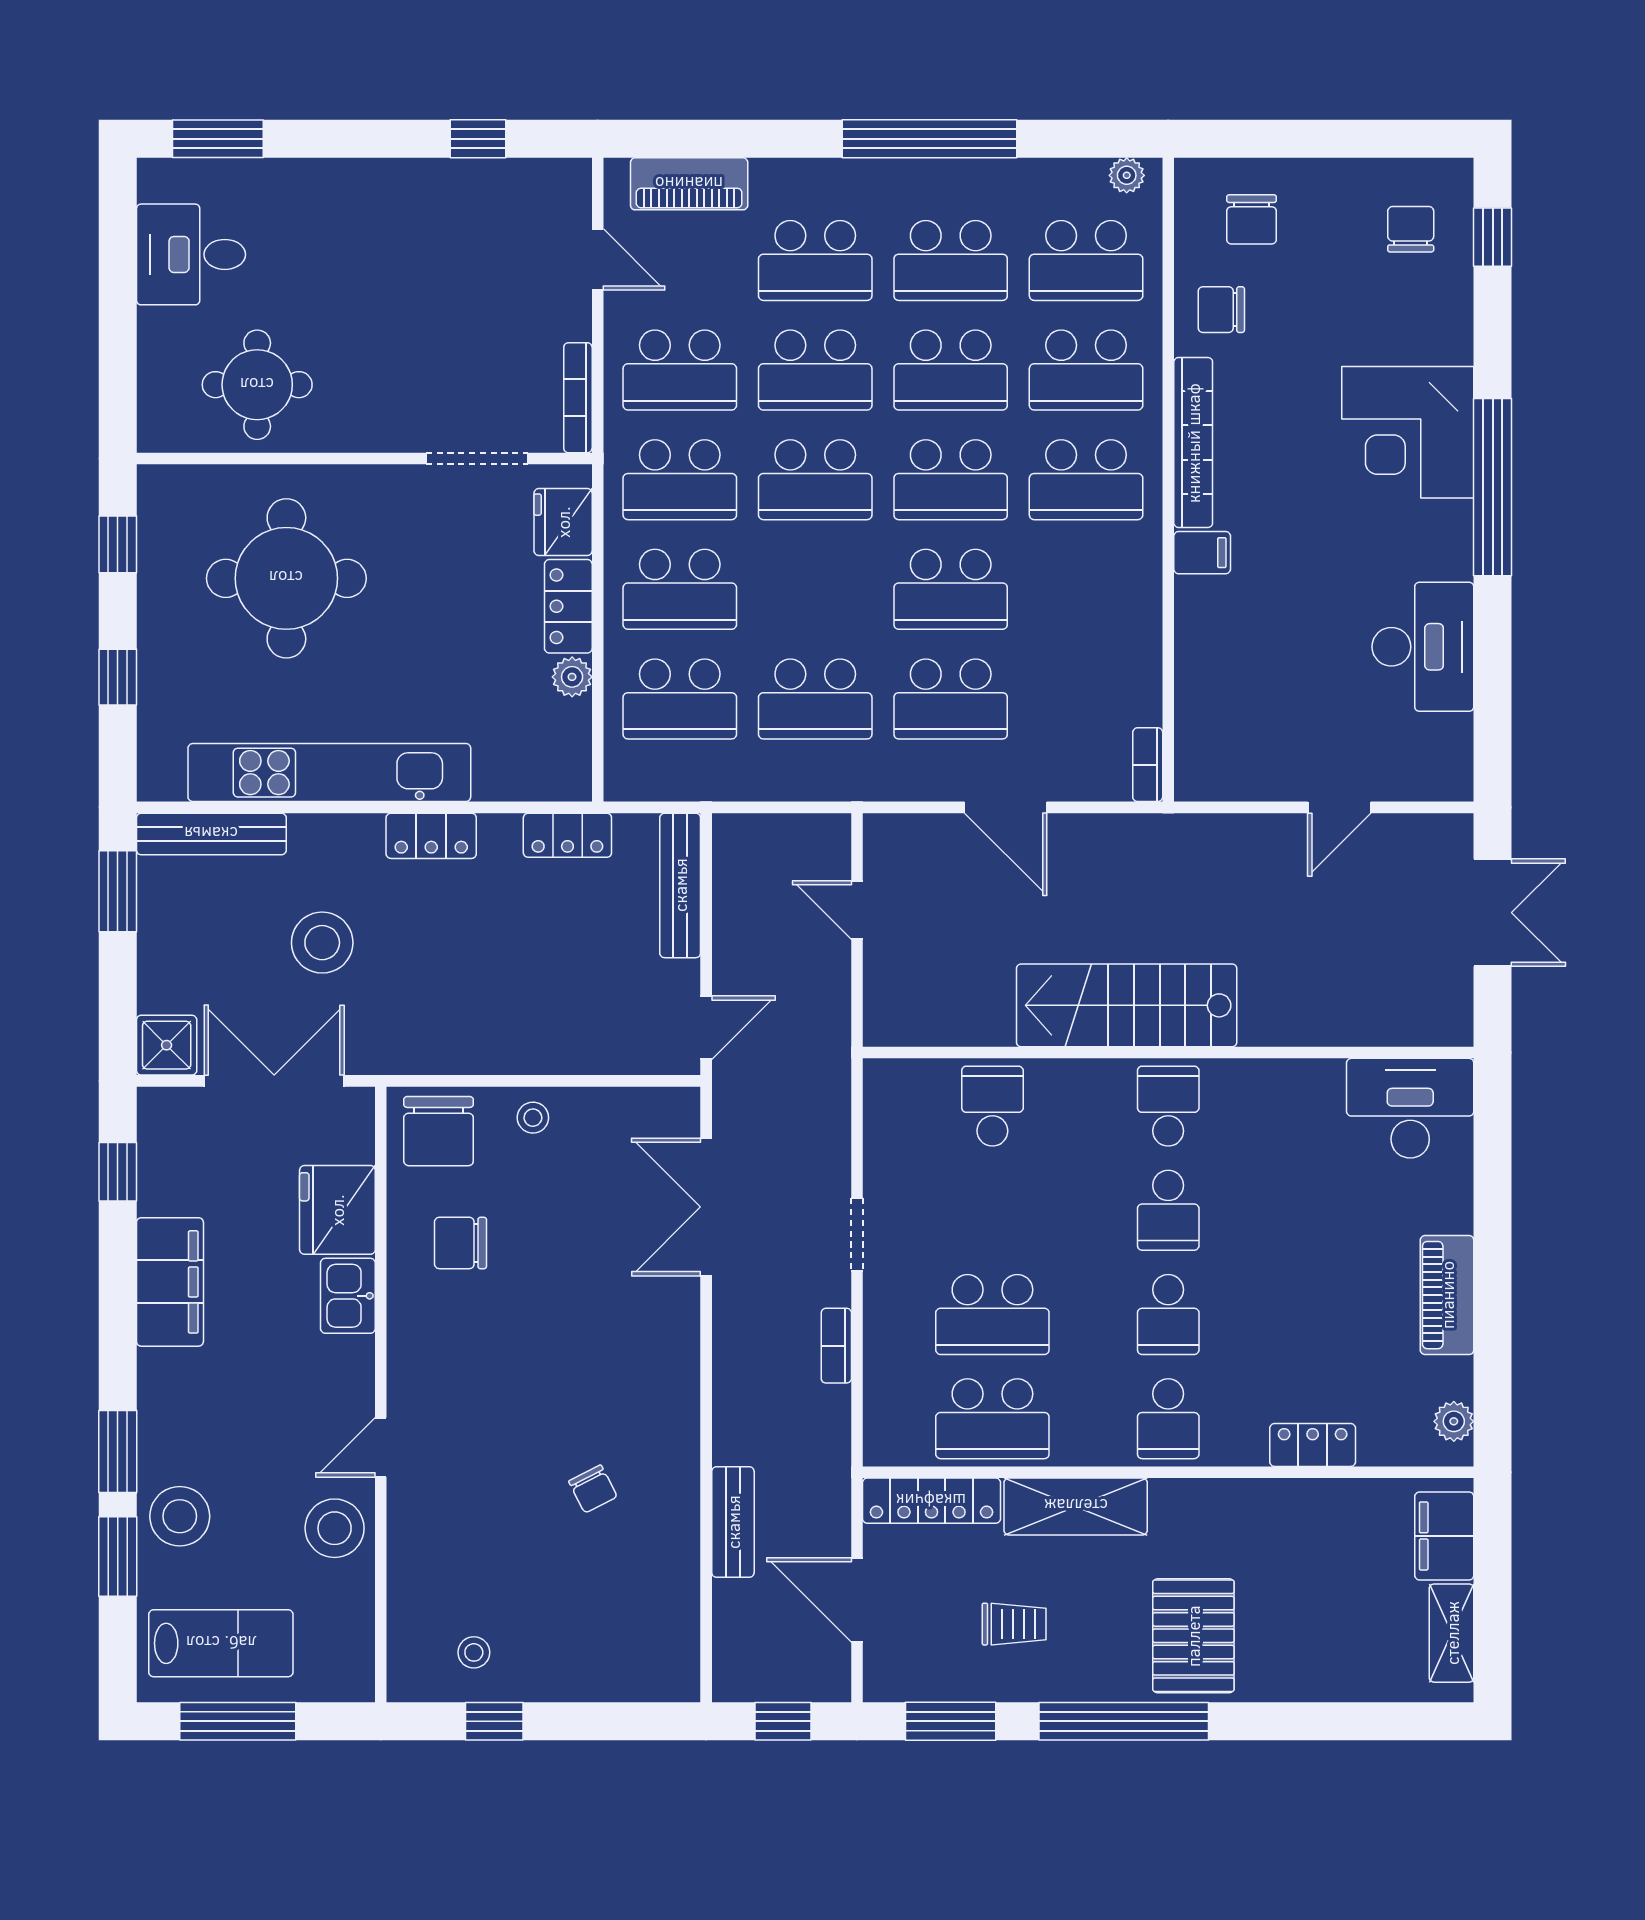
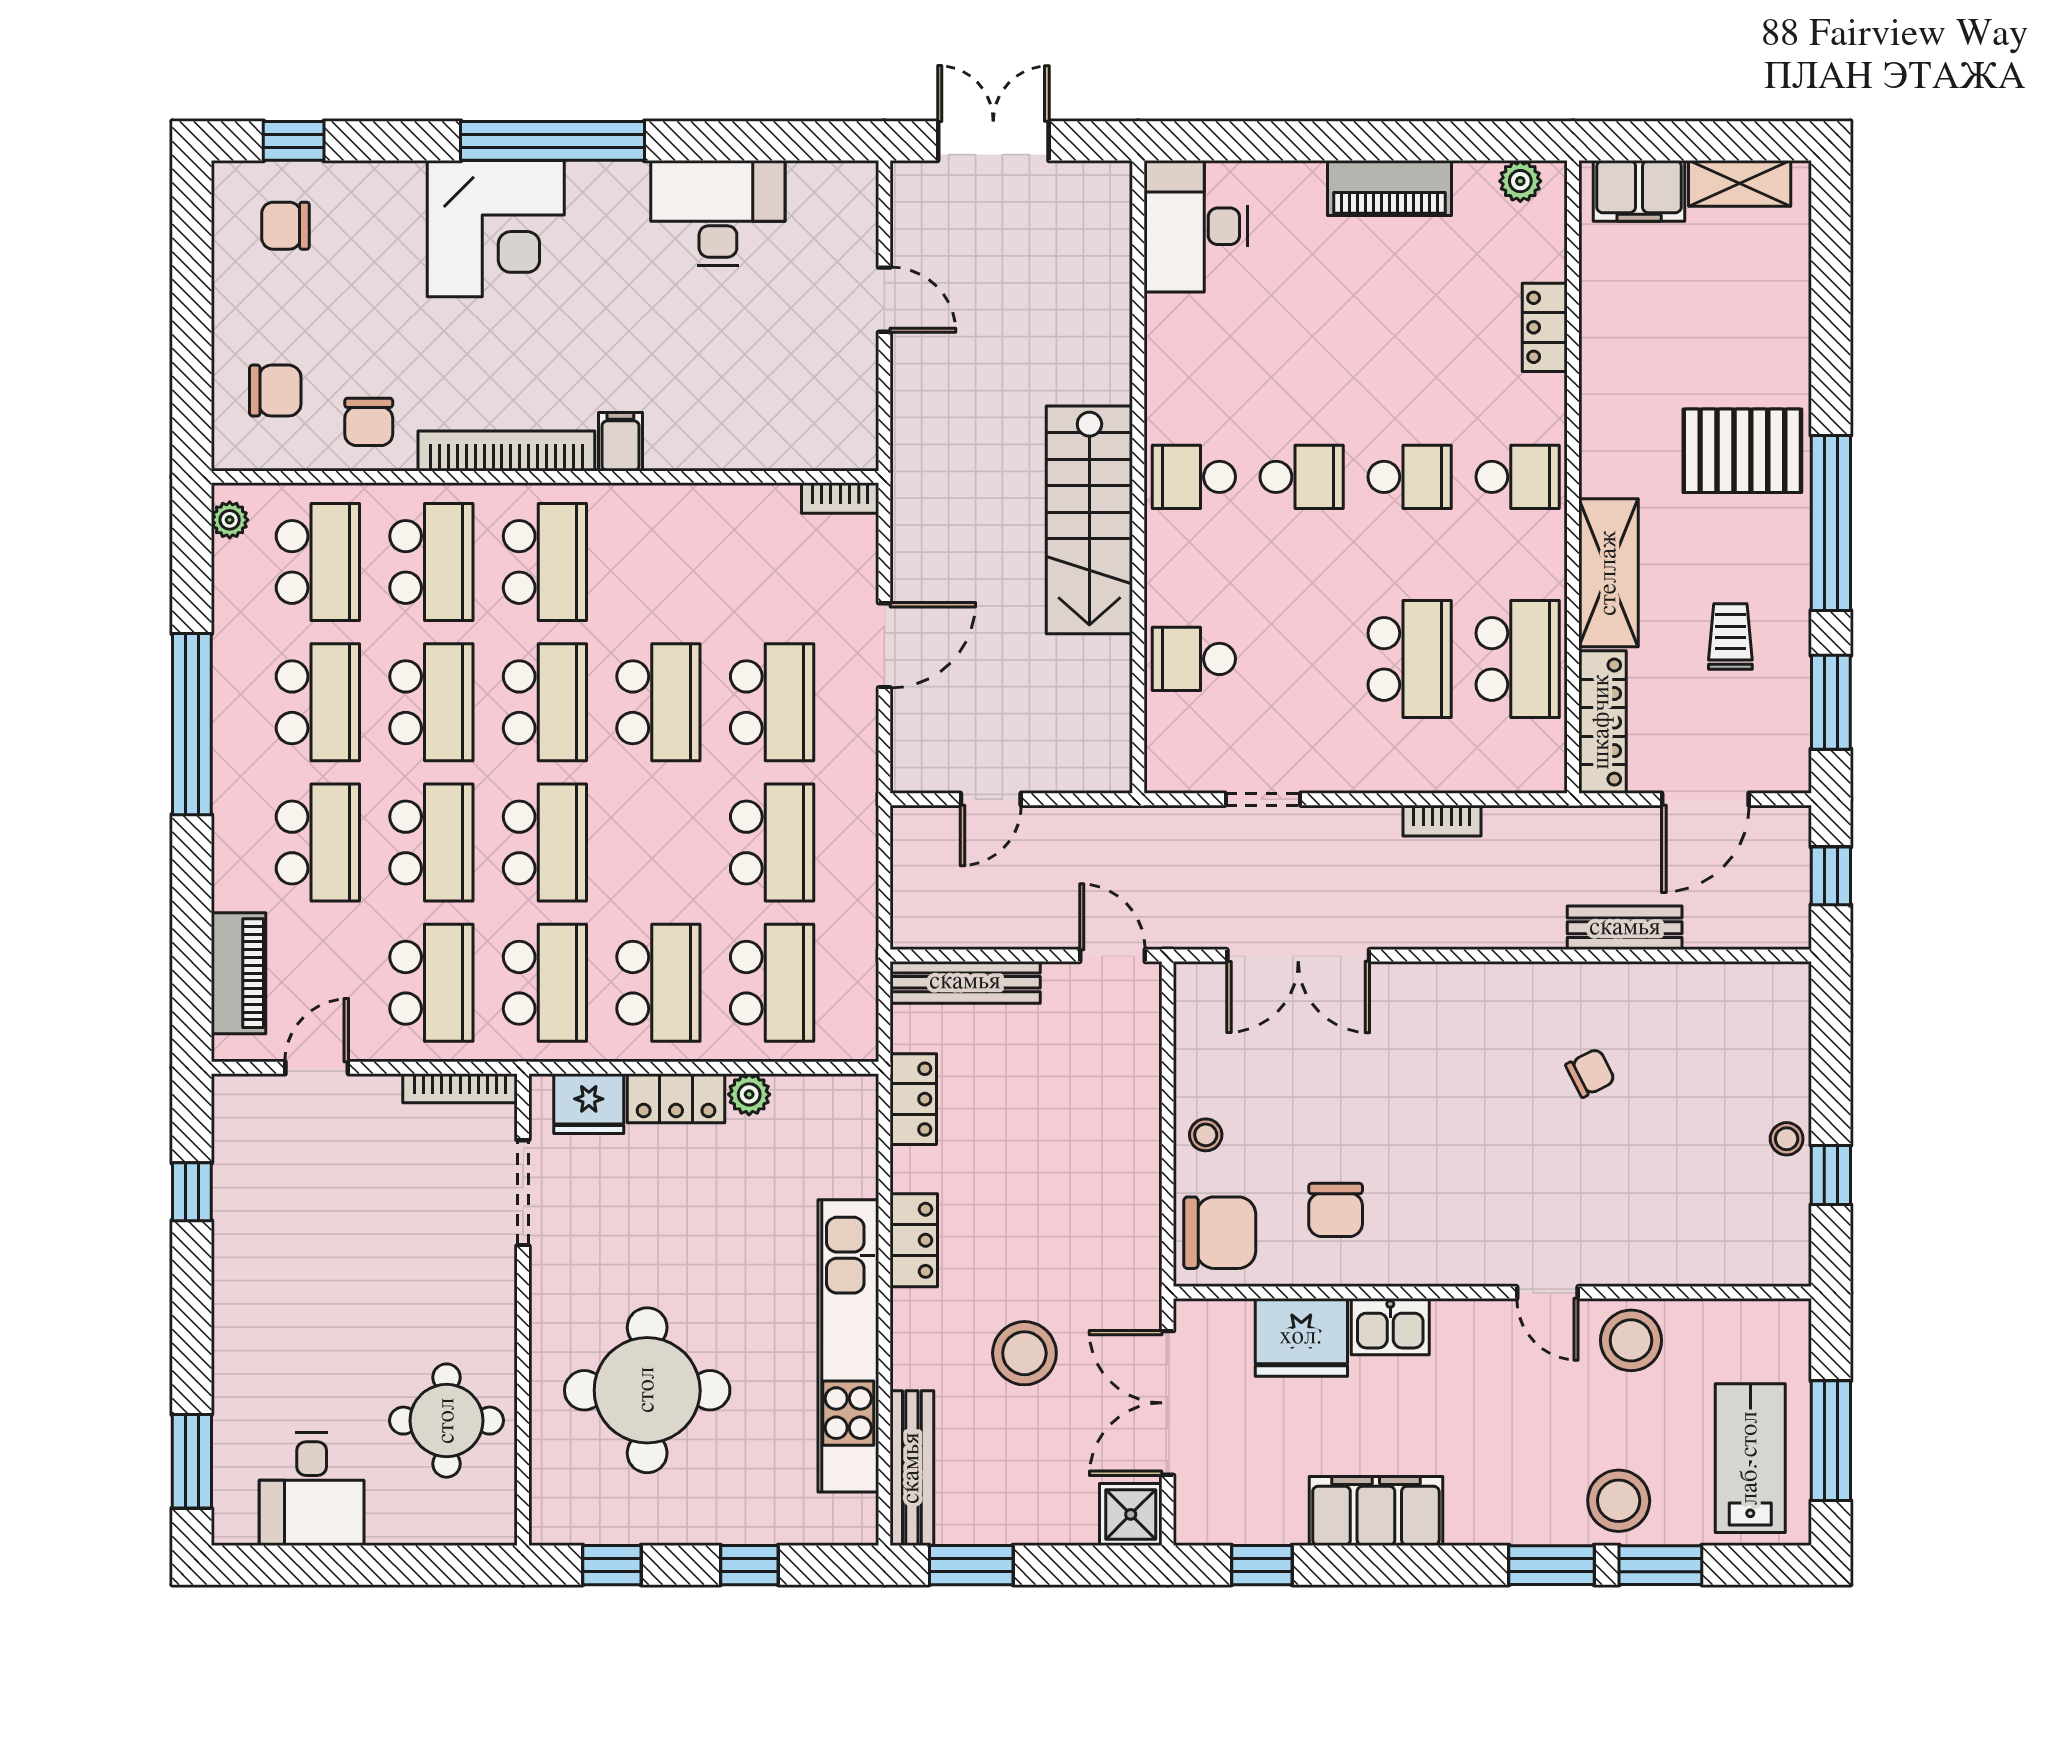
doorway: (857, 1235) -> (1263, 799), moved
stool: (474, 1652) -> (1787, 1139), moved

